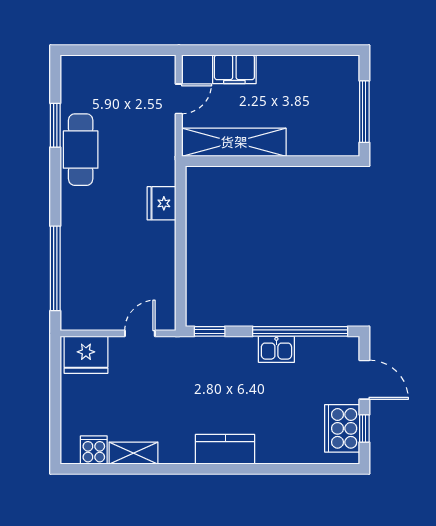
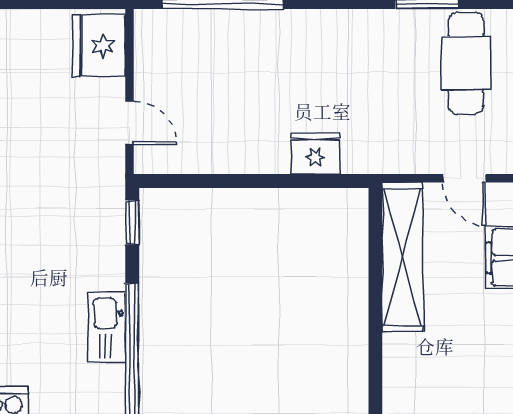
cafe table: (81, 150) -> (466, 63), moved, turned 90
kitchen sink: (276, 349) -> (107, 327), width x1.38

